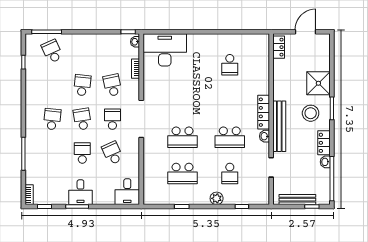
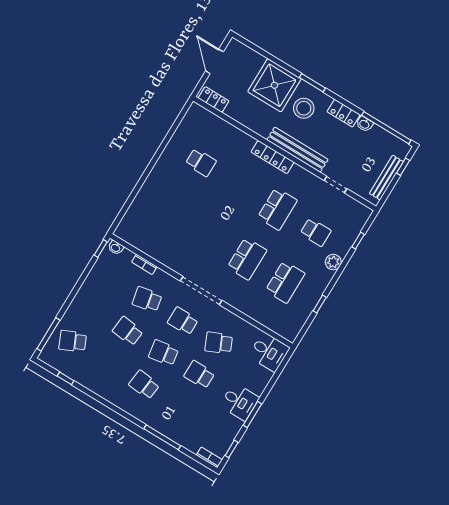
desk: (165, 50) -> (143, 221), removed
shower: (318, 83) -> (274, 85), width x1.37, depth x1.37
washbasin: (264, 136) -> (298, 172), removed

